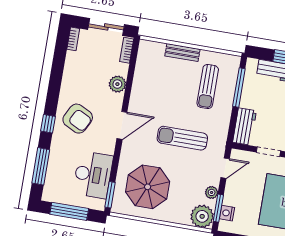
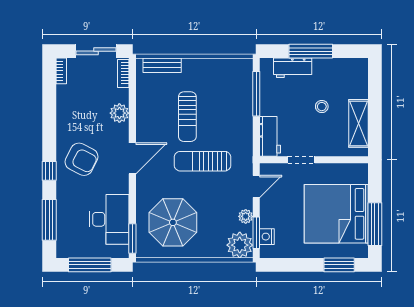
bench: (182, 53) -> (162, 65), moved
sun lounger: (208, 87) -> (187, 117), moved

